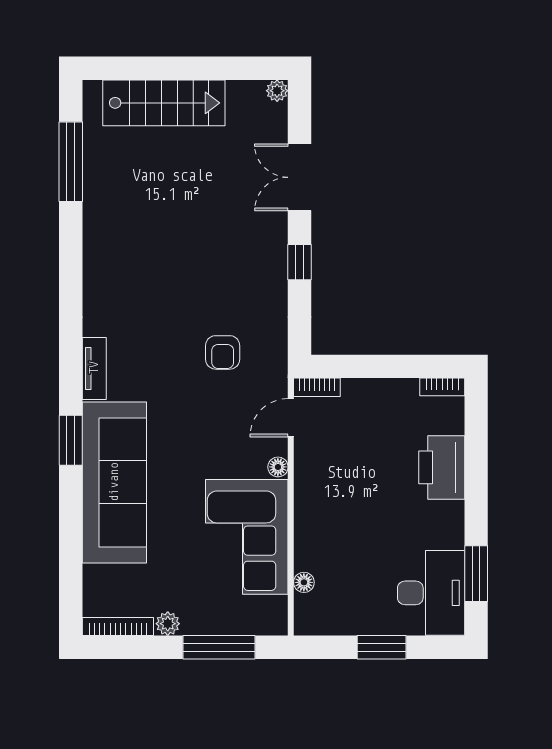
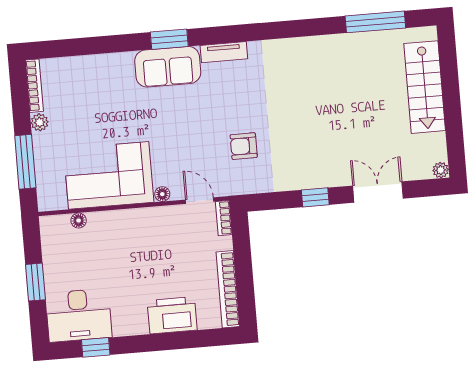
bookcase: (442, 387) -> (228, 289), width x2.31, depth x1.31
sofa: (114, 482) -> (168, 67), width x0.54, depth x0.79
window: (476, 574) -> (96, 347), width x0.67

